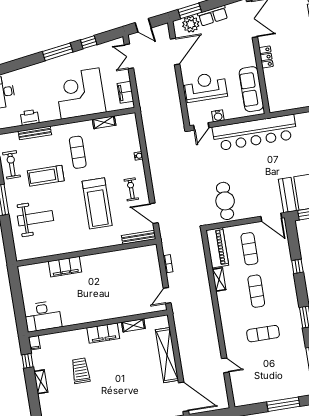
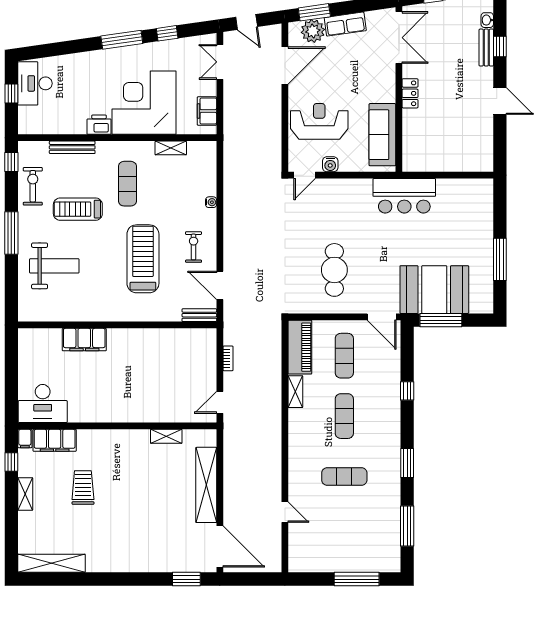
printer: (30, 117) -> (99, 125), moved
bar counter: (255, 133) -> (404, 196), width x0.54
cafe table: (225, 201) -> (334, 270), moved
treadmill: (97, 203) -> (143, 259), turned 180
bench: (139, 237) -> (199, 315), width x0.73
filing cabinet: (103, 333) -> (55, 440), moved

